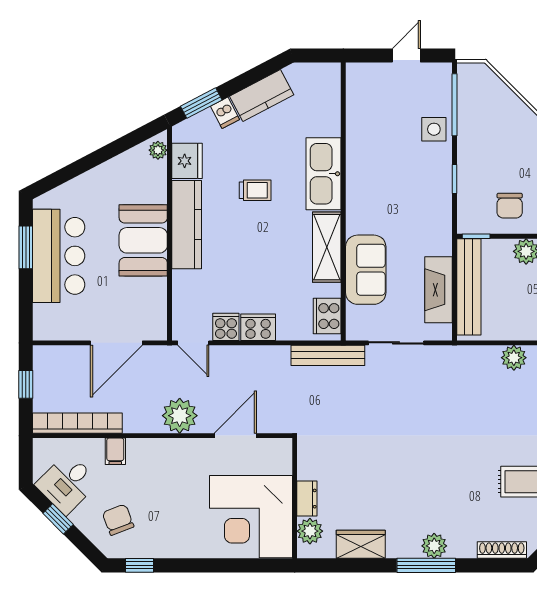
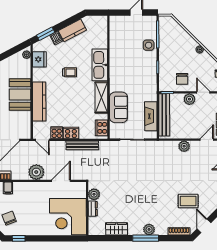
kitchen counter: (187, 225) -> (39, 102), moved
bench: (328, 355) -> (82, 145), moved
plant: (310, 531) -> (94, 194), moved

